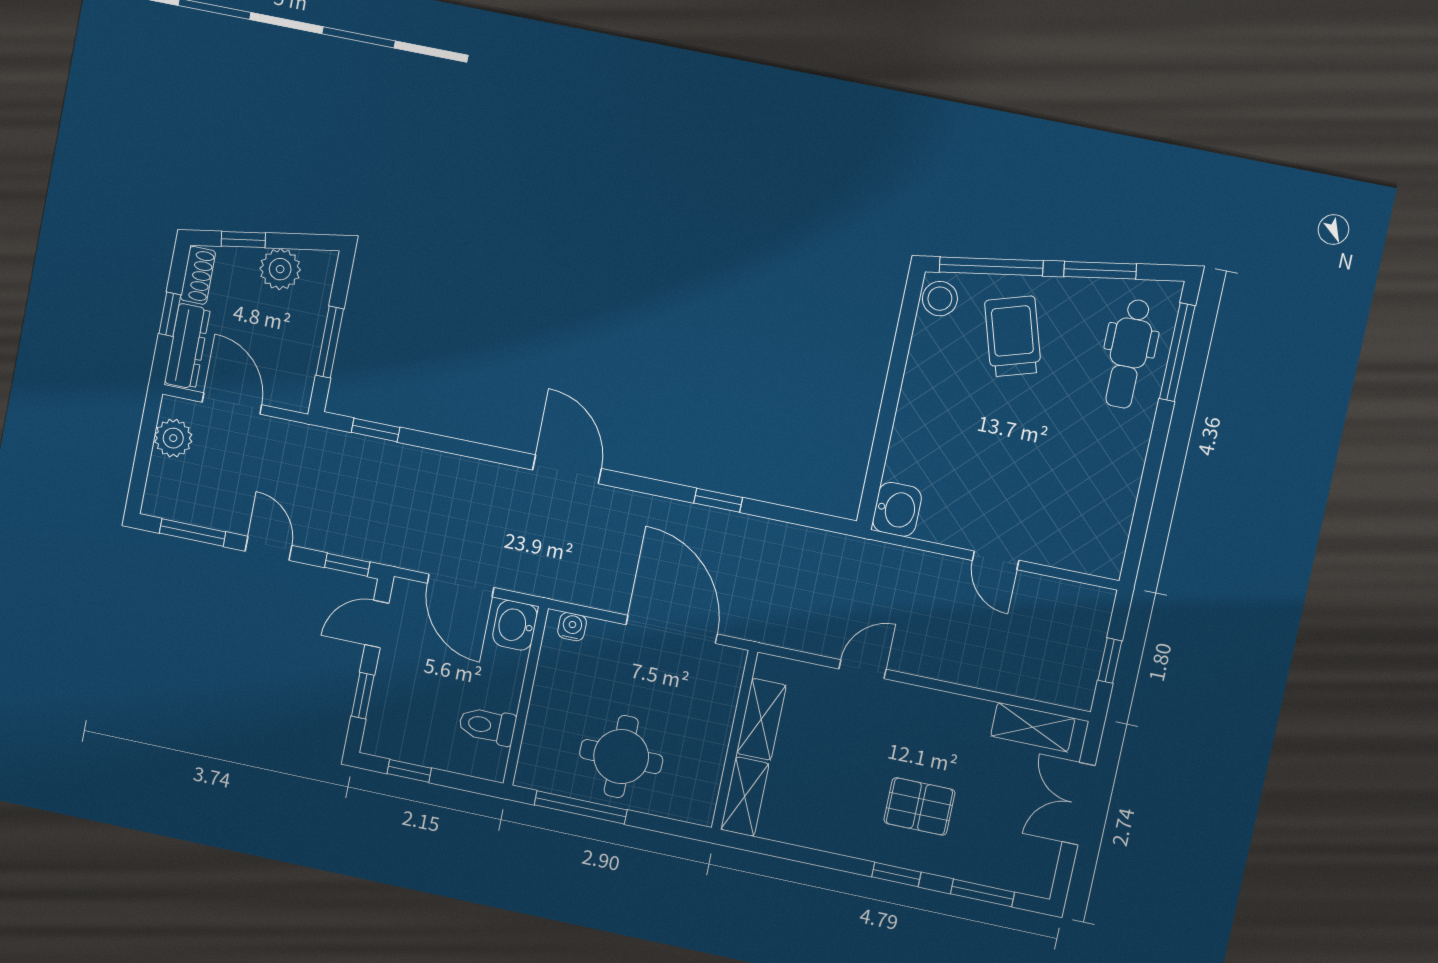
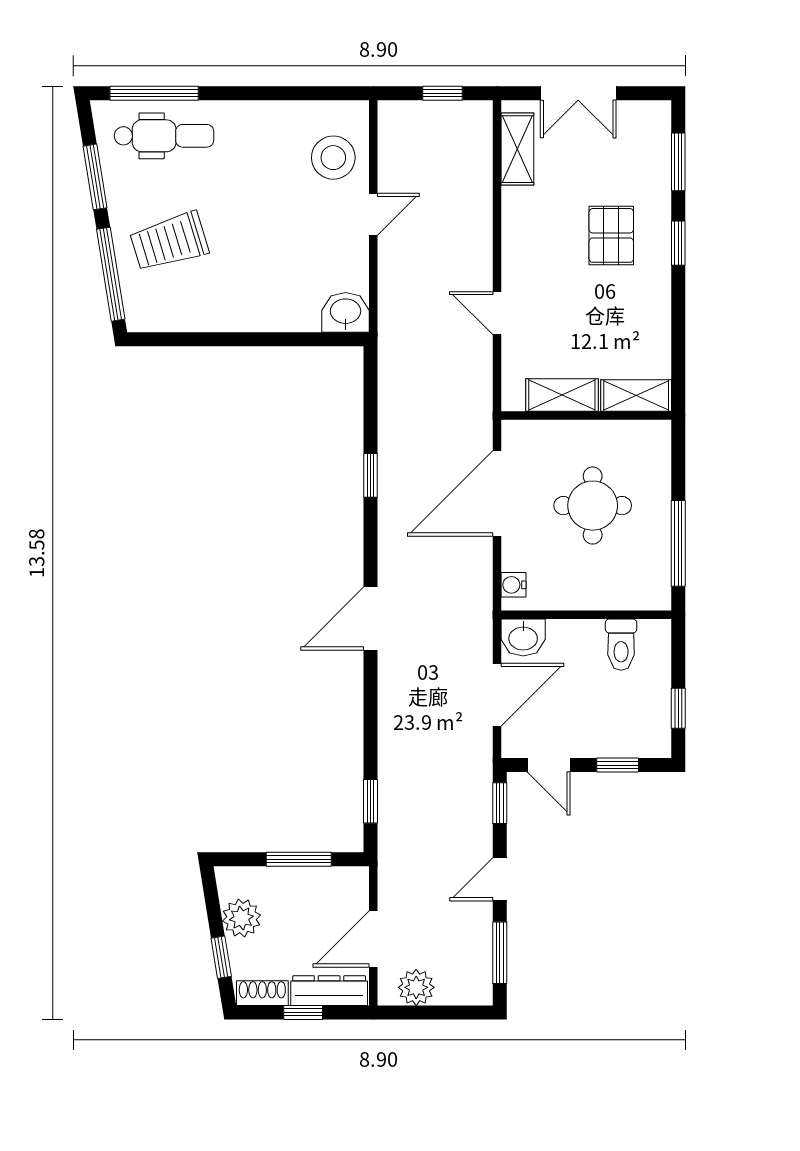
stool: (940, 299) -> (333, 158), moved, width x1.38, depth x1.38
round table: (621, 757) -> (593, 506), moved

